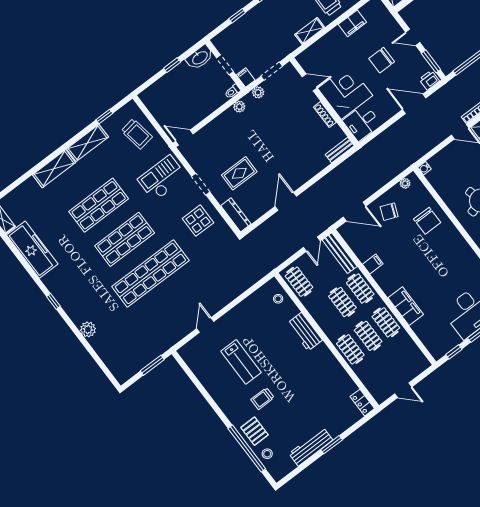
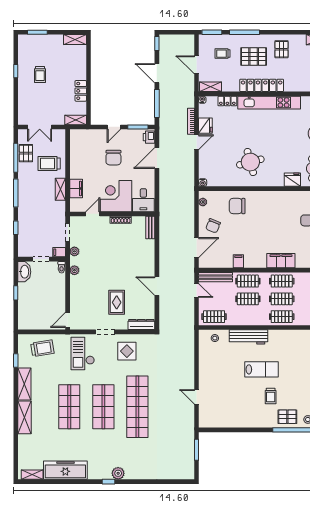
filing cabinet: (352, 23) -> (76, 188), moved
chair: (427, 221) -> (237, 206), turned 180
plant: (88, 329) -> (118, 473), moved
workbench: (305, 332) -> (249, 337), width x1.38
lab bench: (241, 362) -> (262, 369), moved

